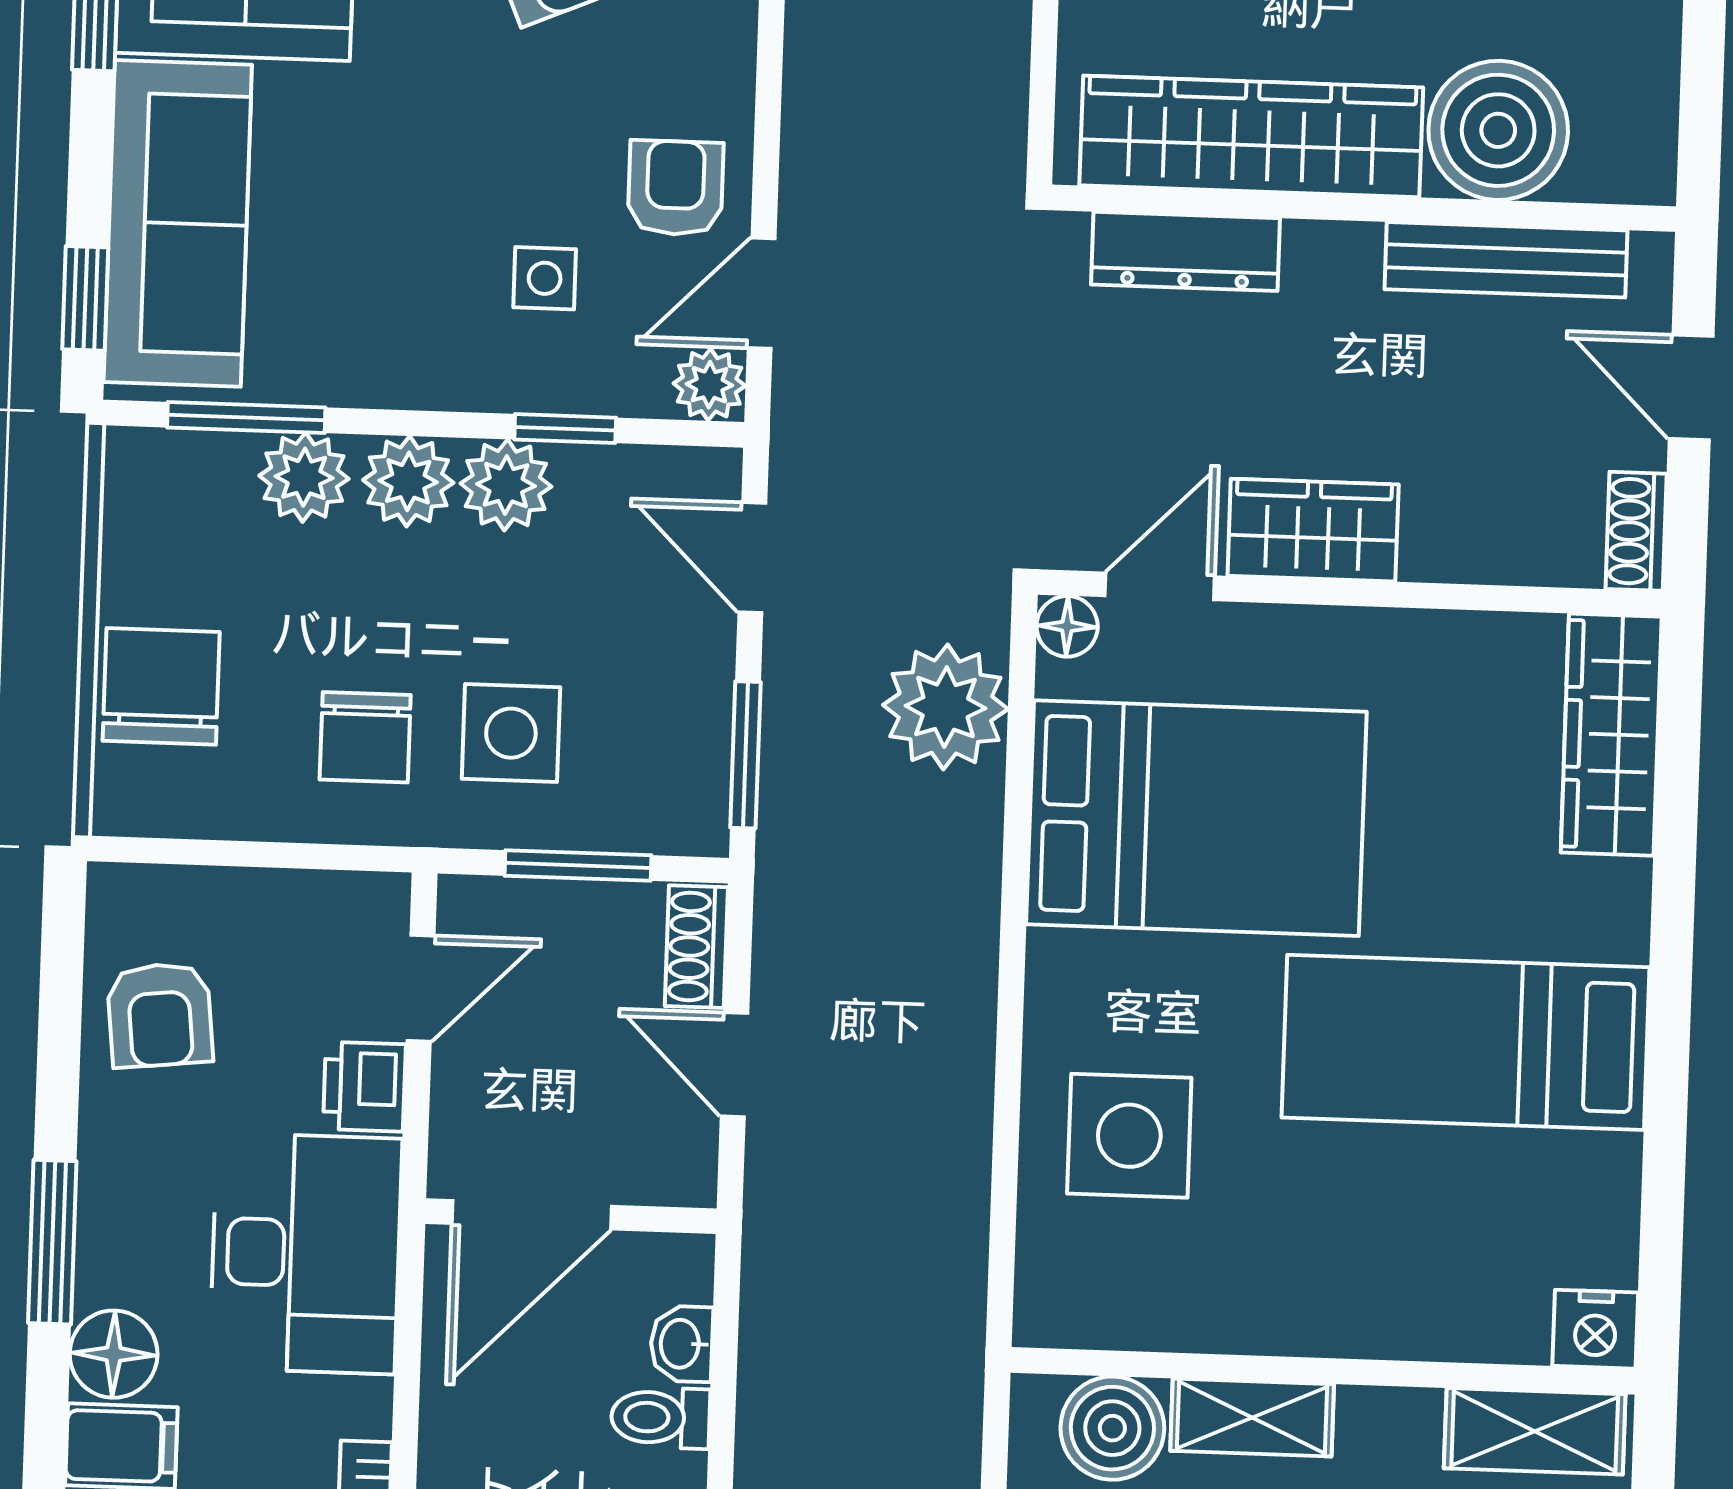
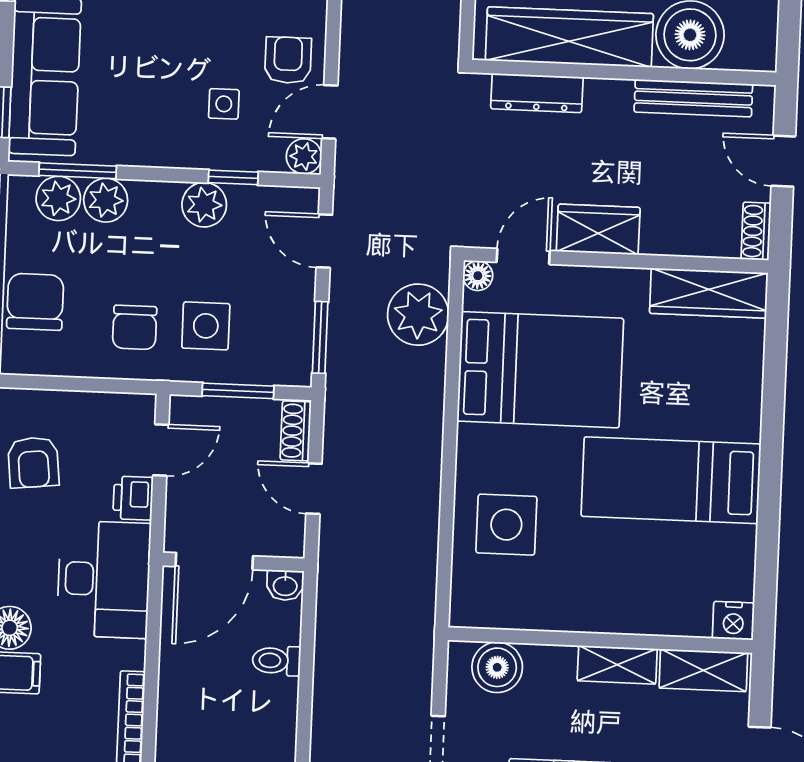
plant: (408, 481) -> (58, 198), moved
wardrobe: (1611, 735) -> (709, 293), moved, turned -90
washbasin: (682, 1344) -> (285, 585), moved, turned -90
shelving: (1252, 1417) -> (617, 665), moved

